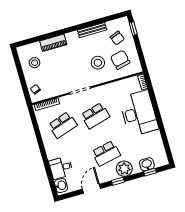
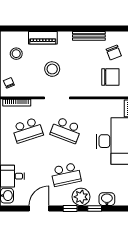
chair: (120, 60) -> (110, 77), turned 103
stool: (98, 63) -> (52, 69), moved
school desk: (95, 116) -> (66, 130), turned 36
window: (150, 172) -> (95, 209), moved

